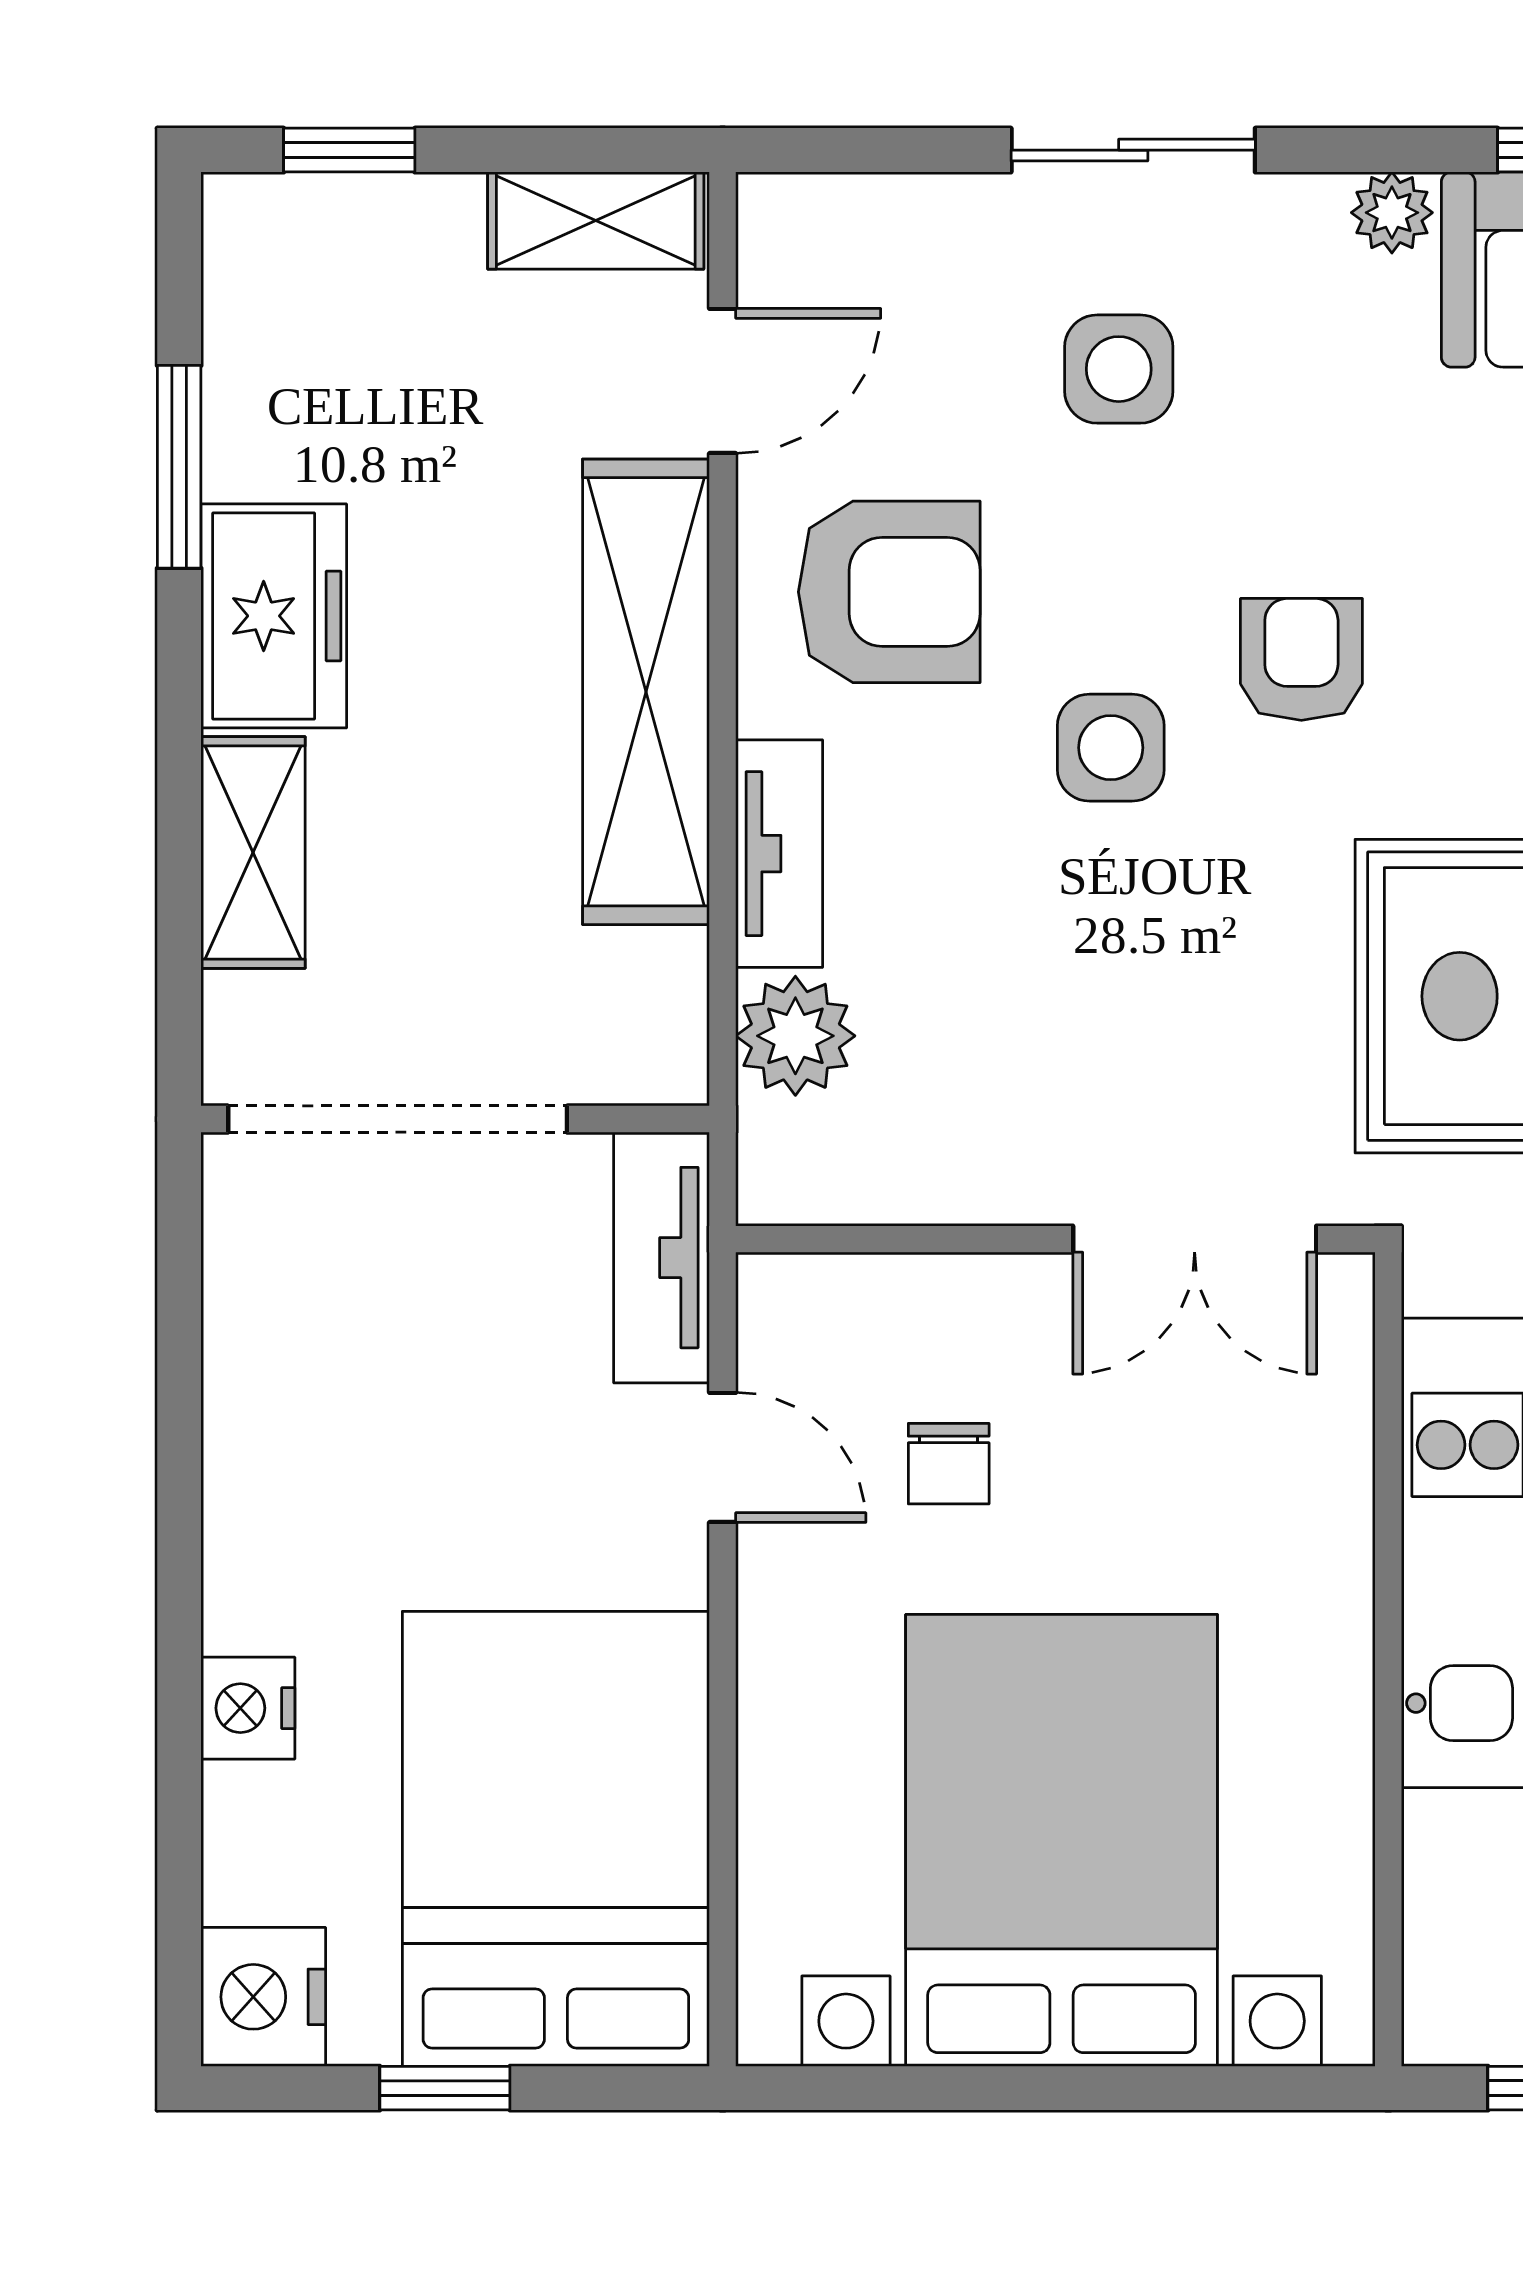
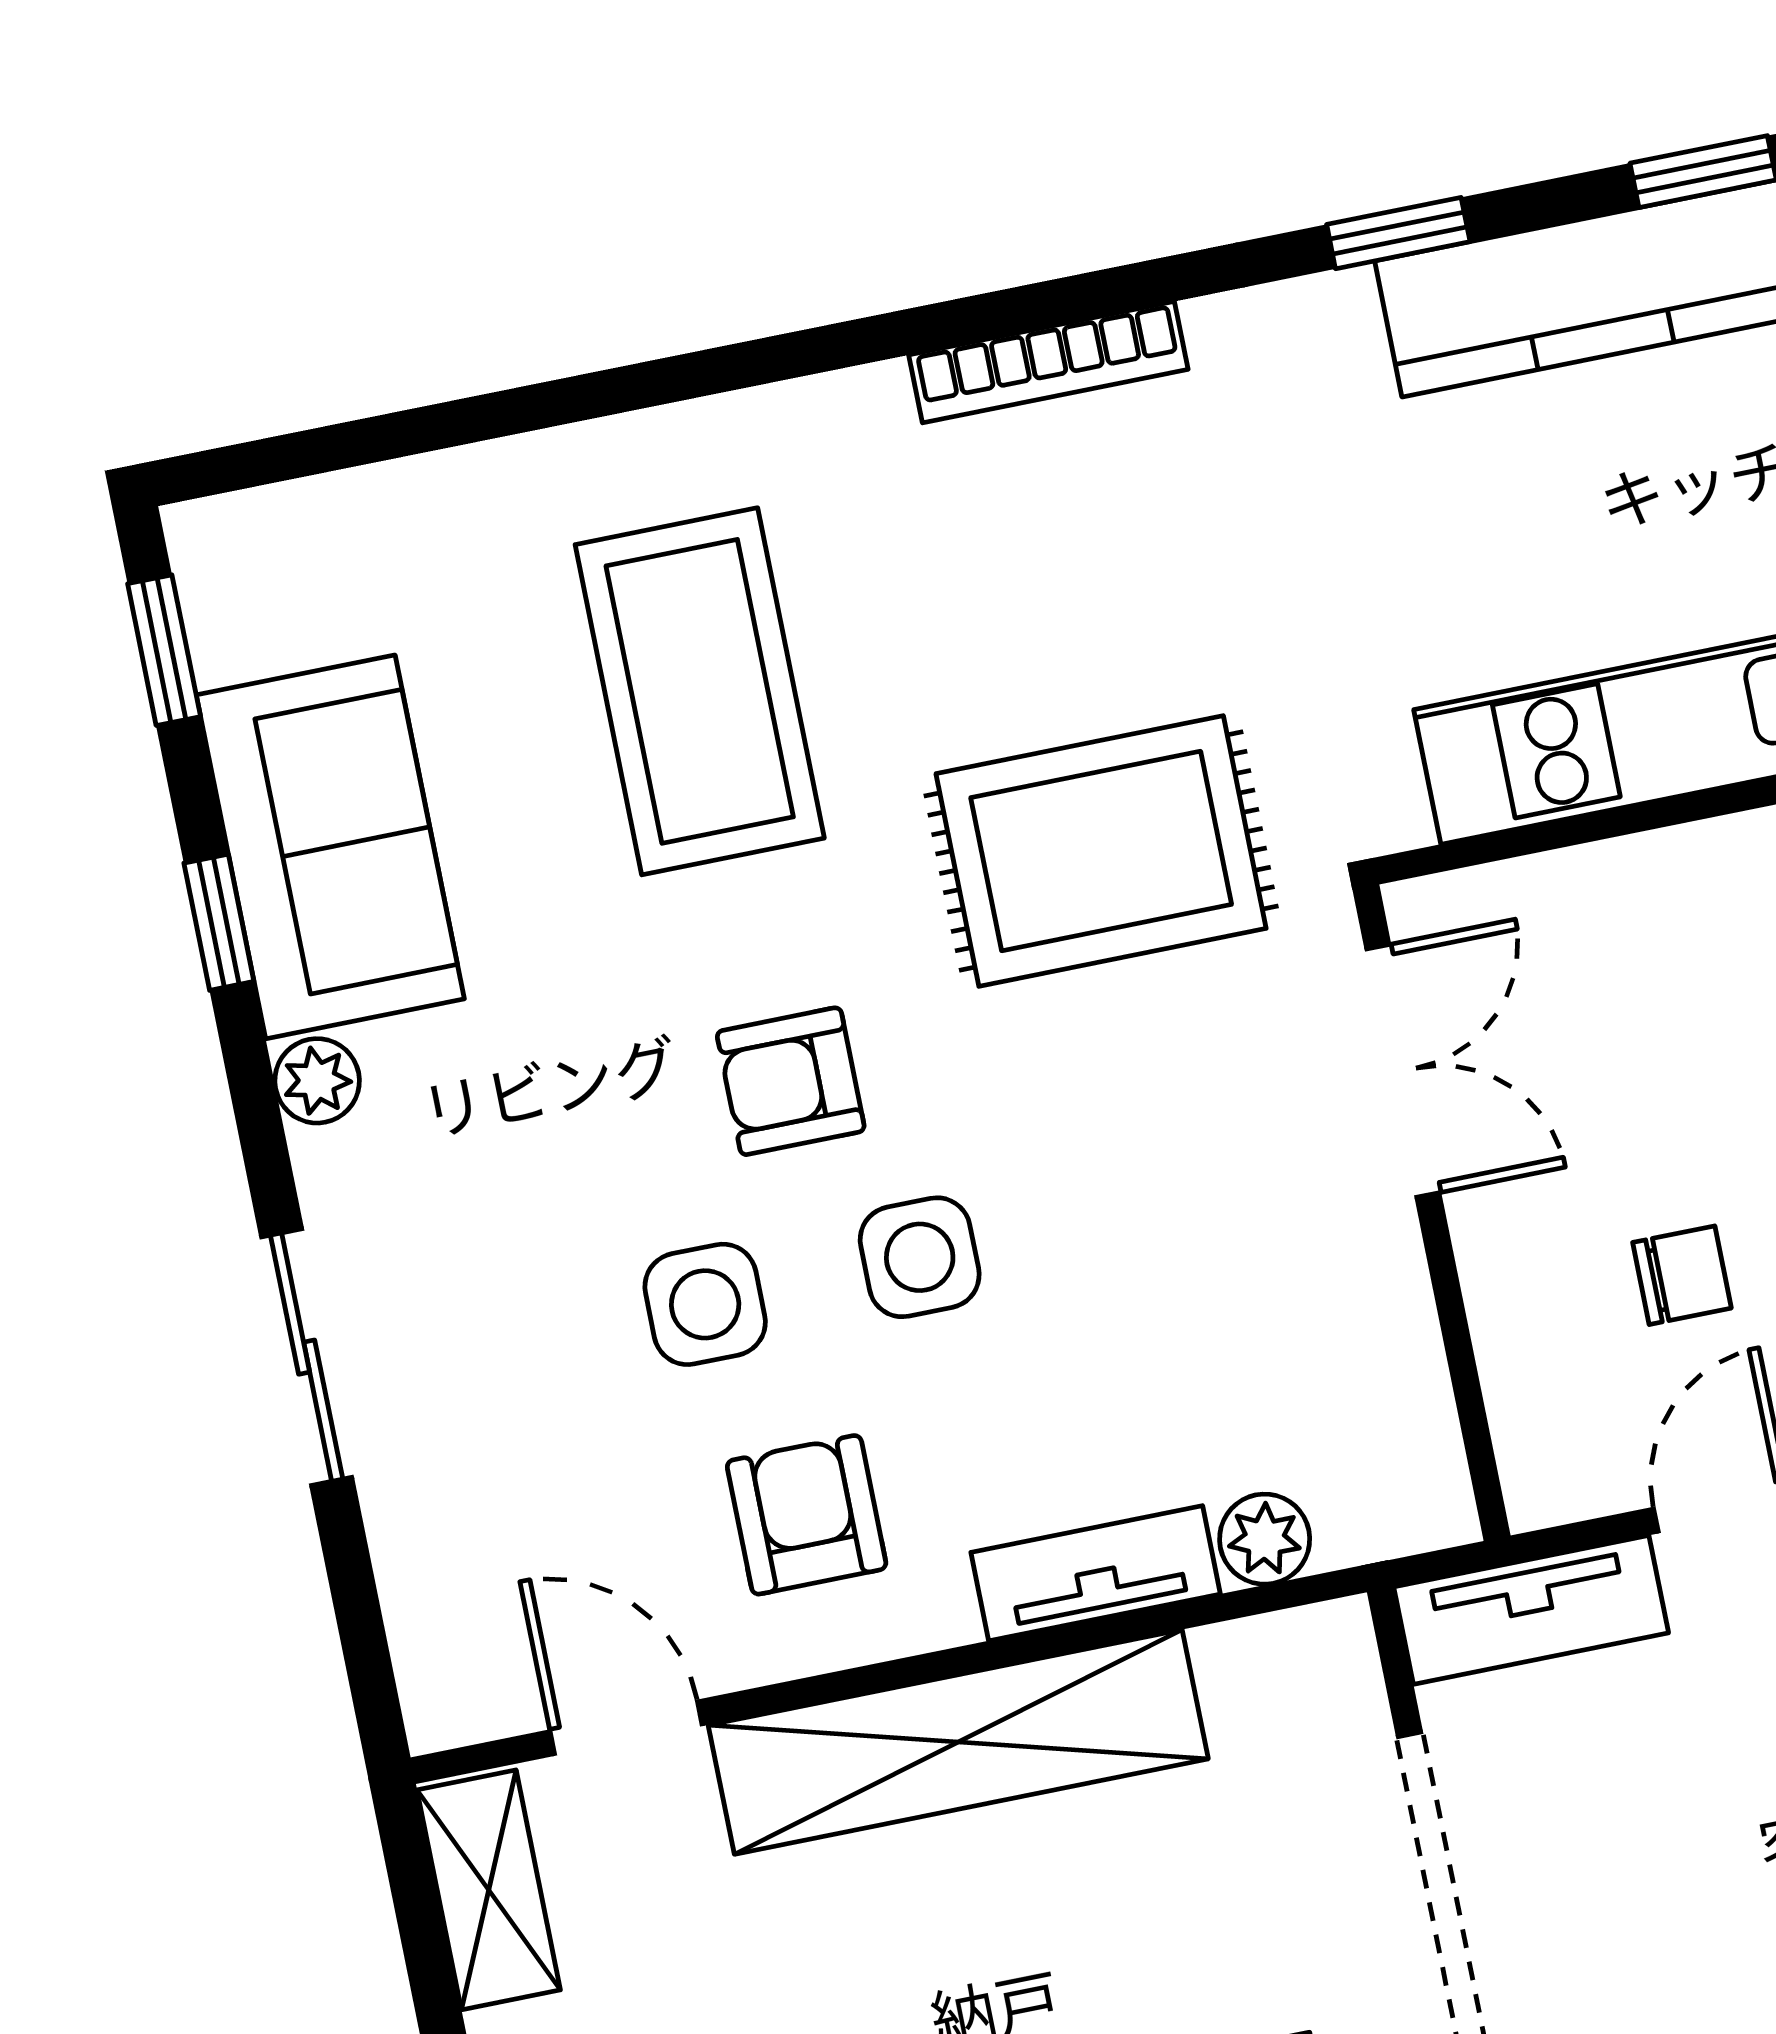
side table: (1119, 369) -> (705, 1304), moved
armchair: (889, 592) -> (807, 1515), width x0.72, depth x0.72
plant: (795, 1036) -> (1265, 1539), width x0.73, depth x0.73

